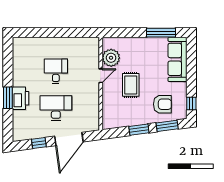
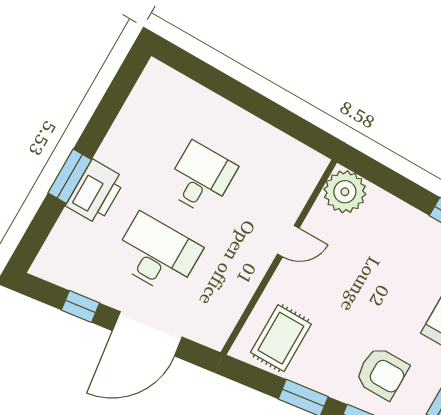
plant: (111, 58) -> (345, 192), moved
rug: (131, 85) -> (281, 338), moved

